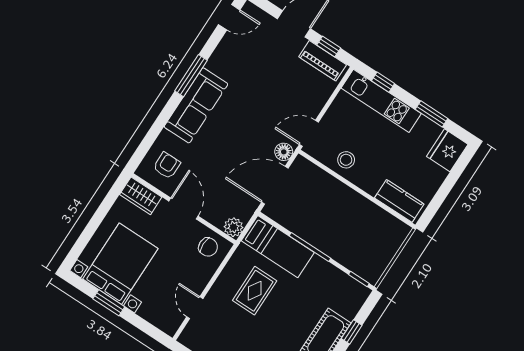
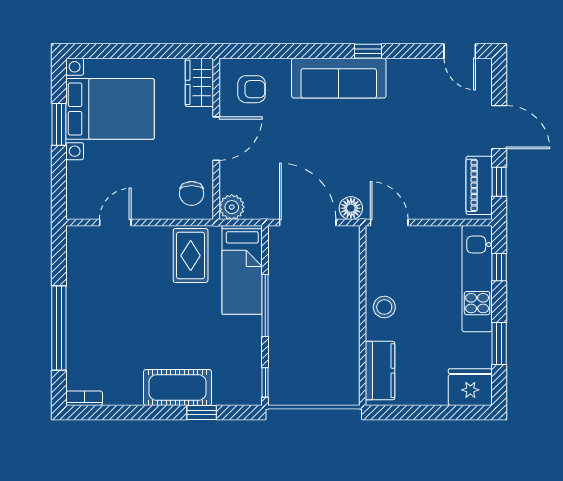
window: (191, 76) -> (368, 51), width x0.46
stool: (346, 160) -> (384, 307), moved
rug: (255, 291) -> (191, 256), moved, turned 90

